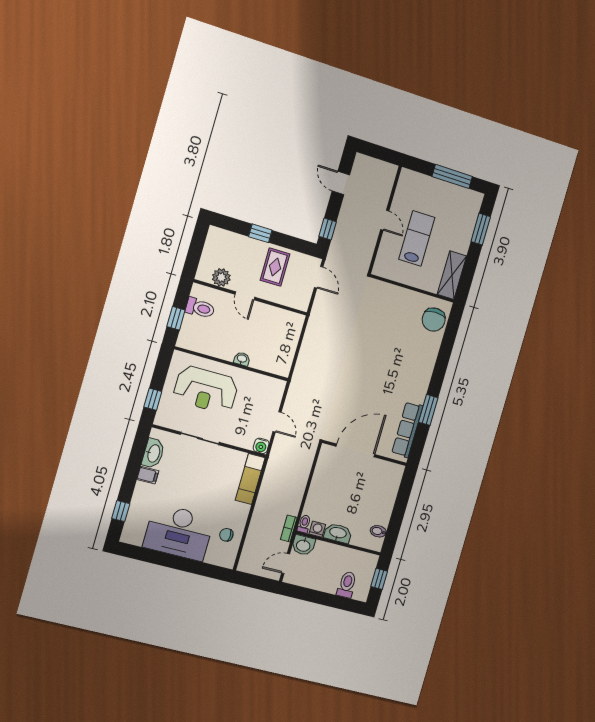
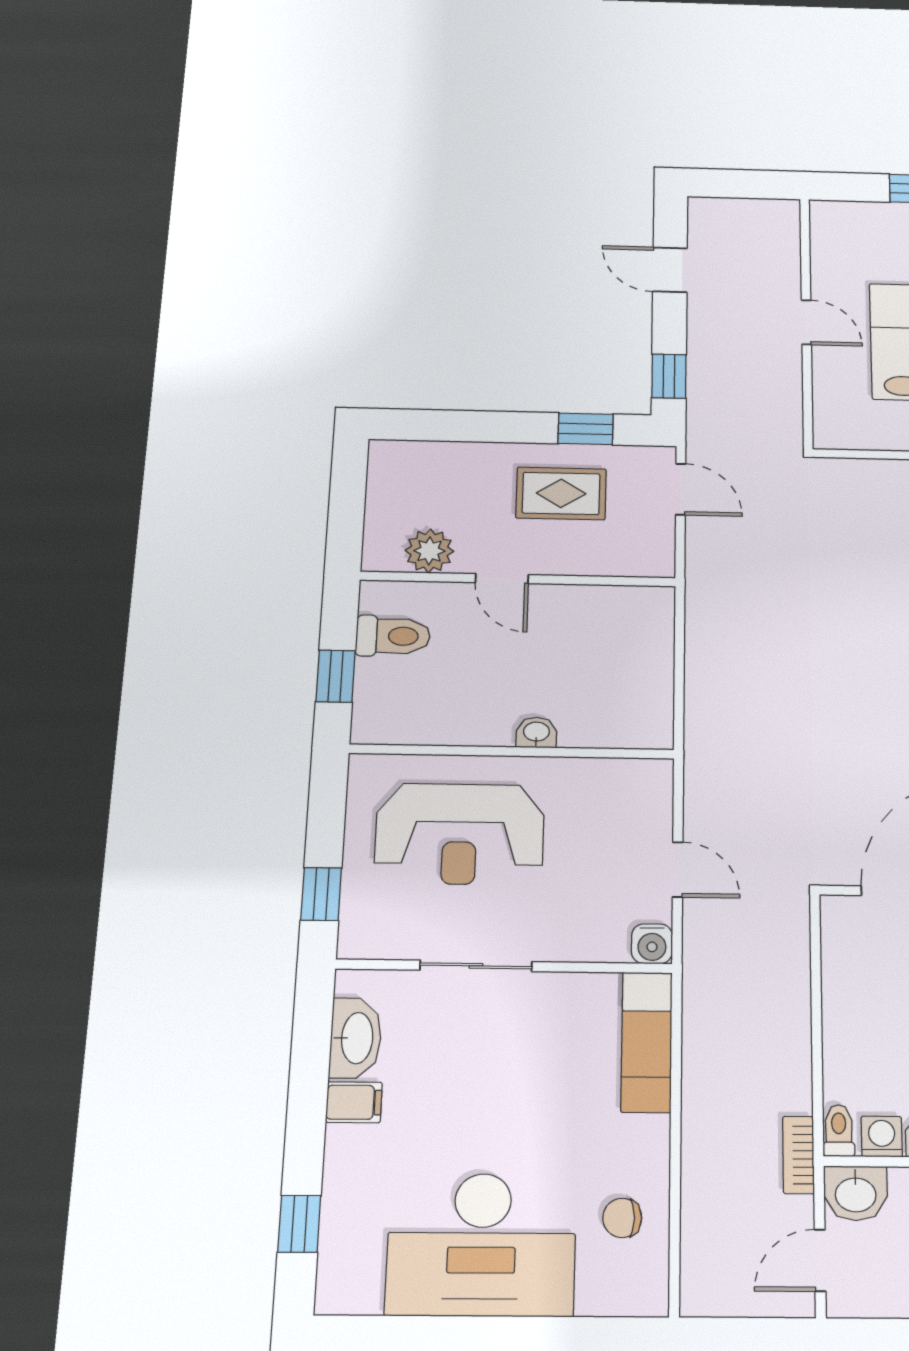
window: (260, 233) -> (586, 429), moved
rug: (275, 267) -> (561, 493), turned 90

